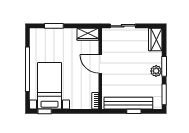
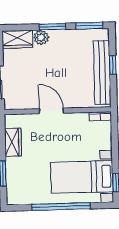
wardrobe: (88, 34) -> (13, 142), moved
door: (100, 64) -> (51, 111), swing flipped
plant: (156, 71) -> (41, 37), moved

